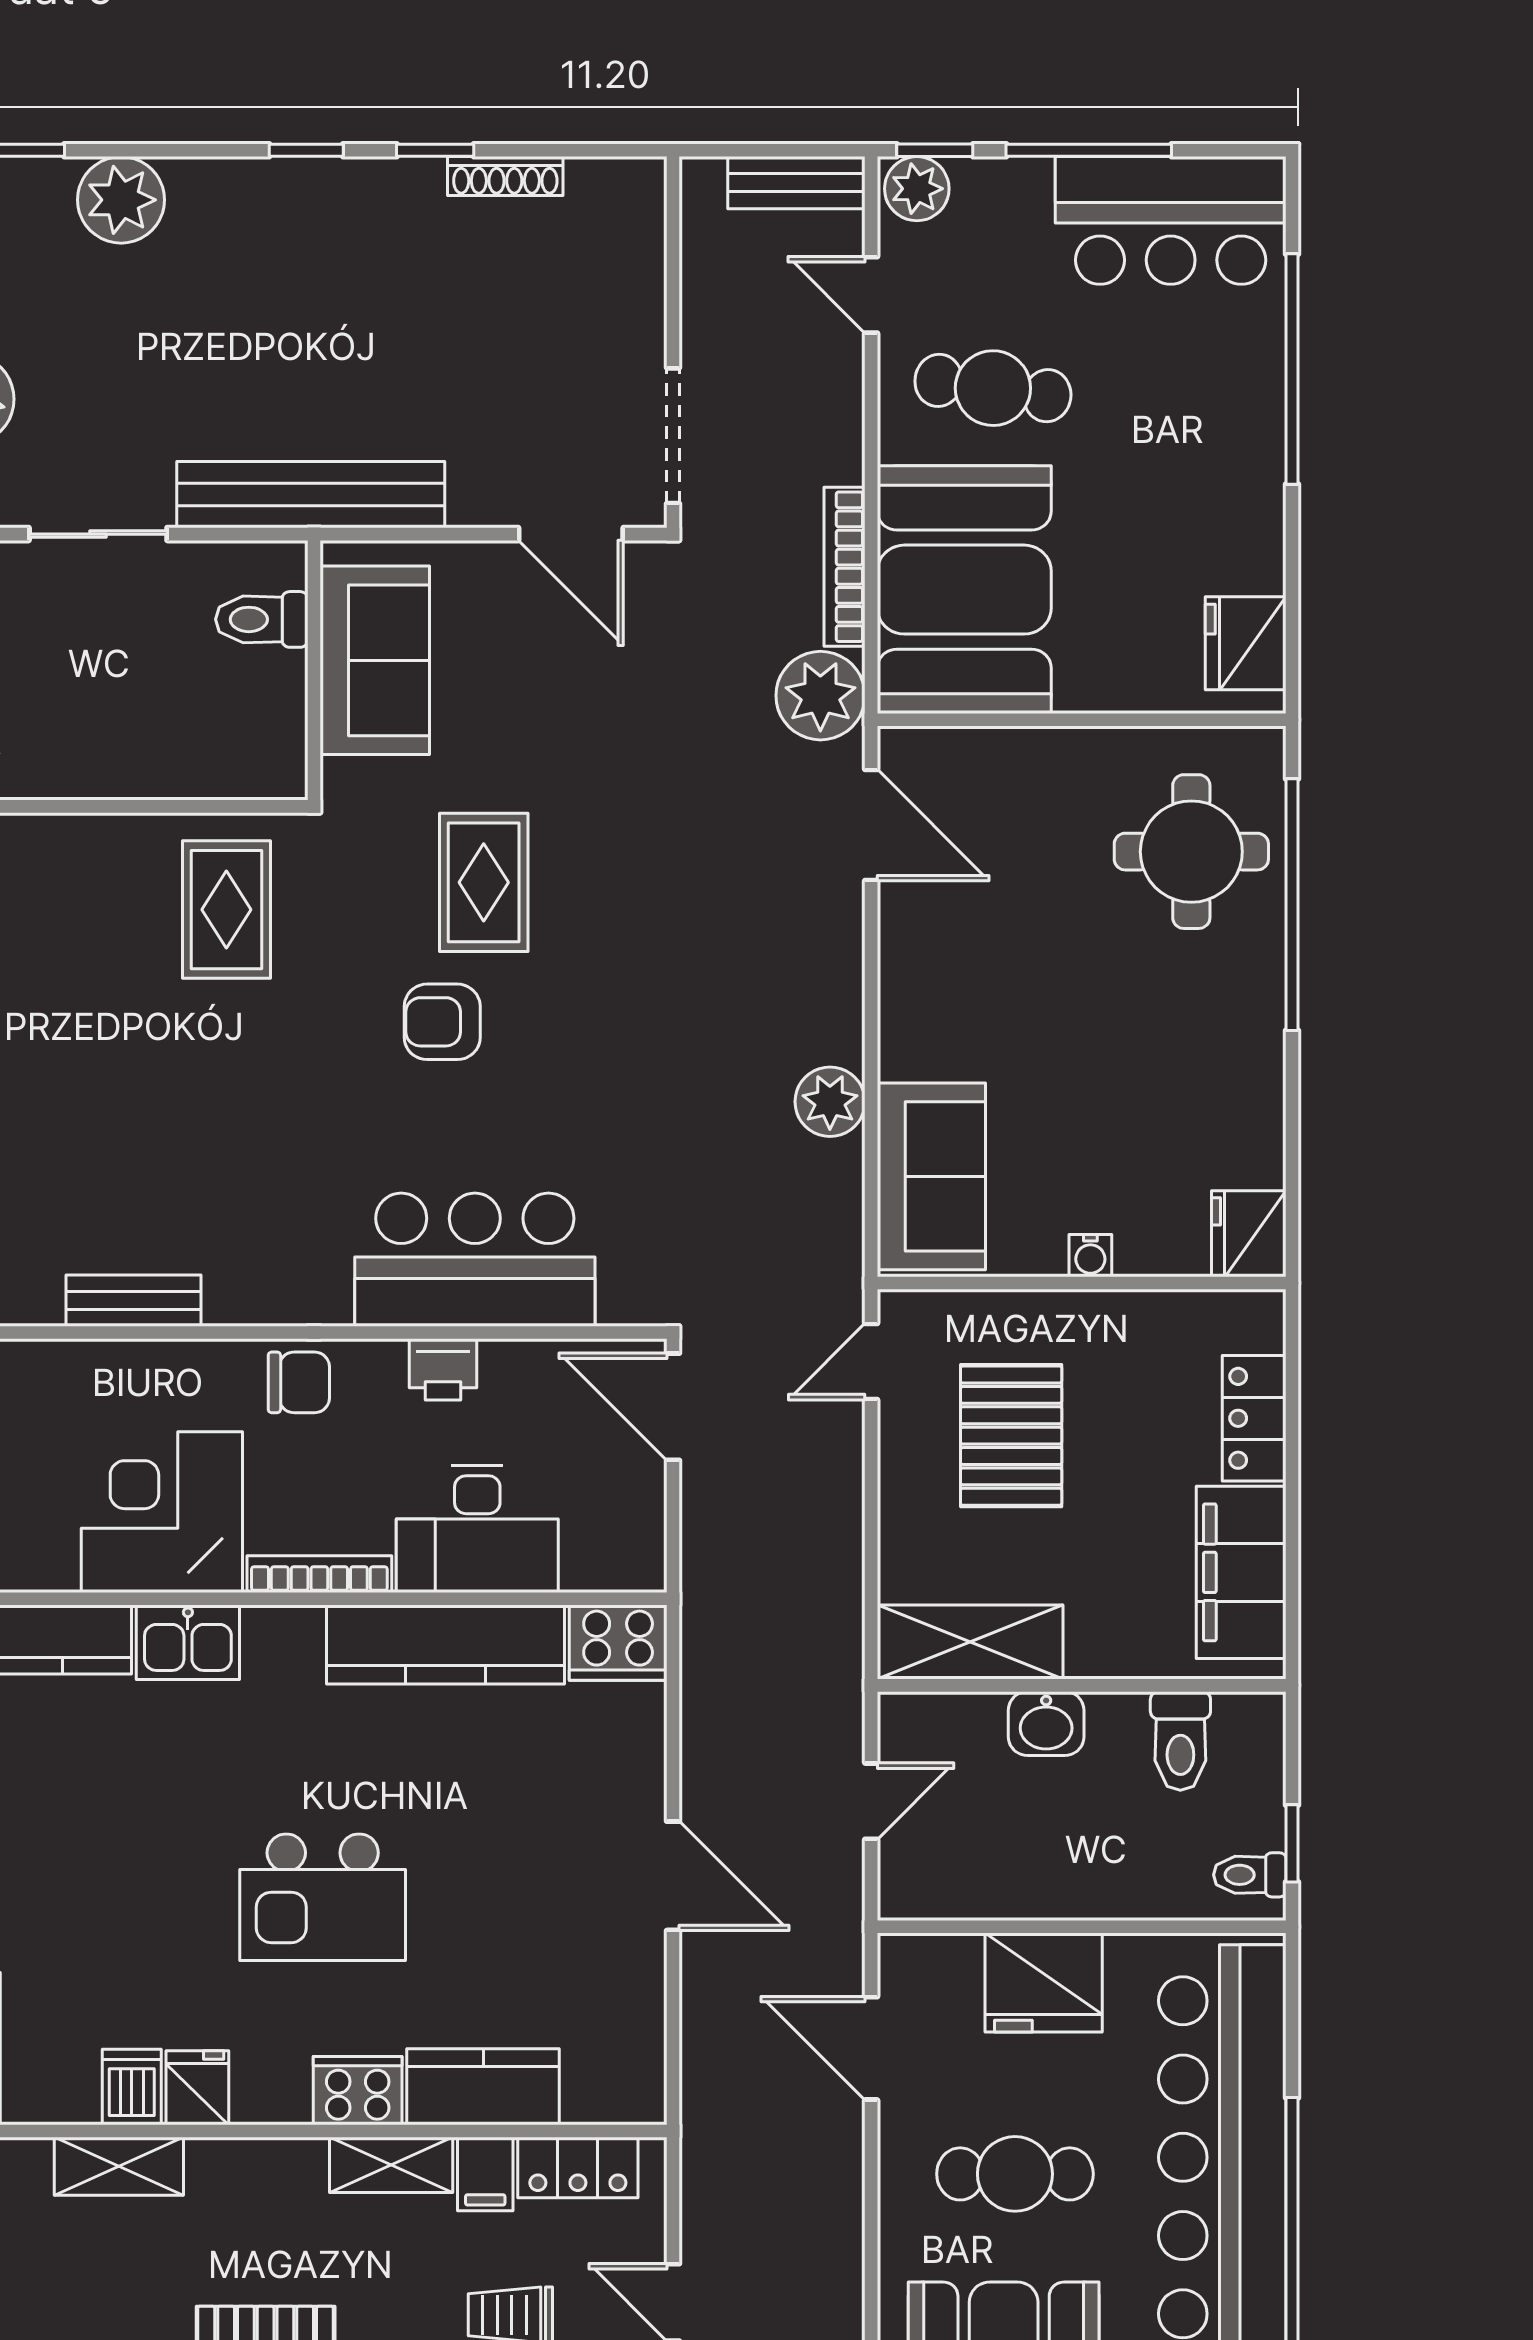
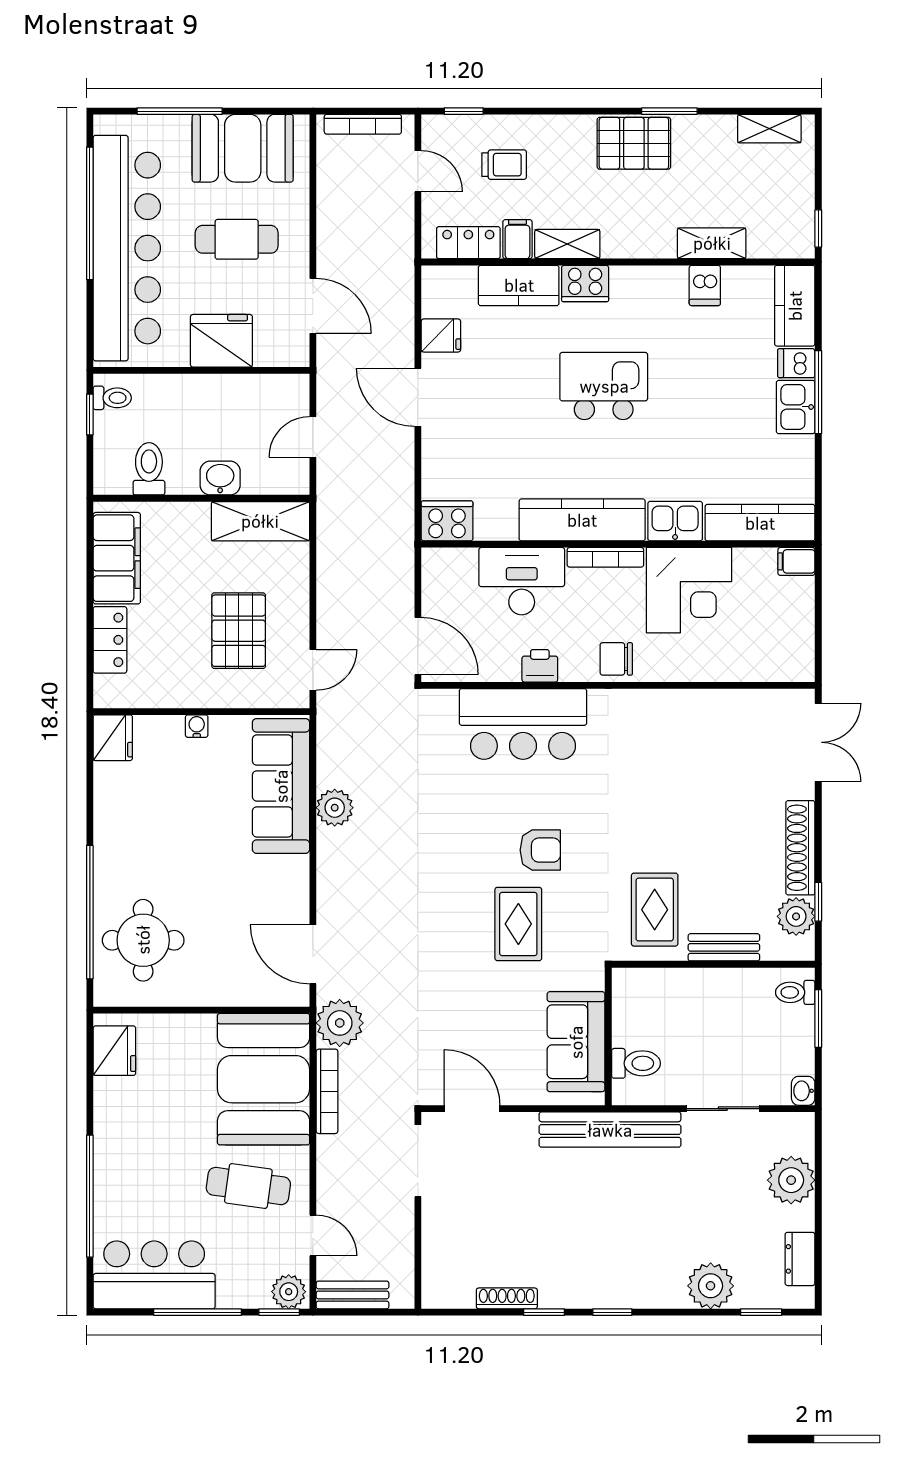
sofa: (931, 1176) -> (281, 786), width x1.36
bench: (133, 1301) -> (724, 947), moved
kitchen counter: (445, 1645) -> (582, 520), moved
fridge: (197, 2088) -> (441, 335), moved, turned -90

